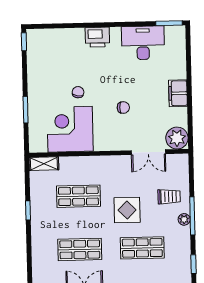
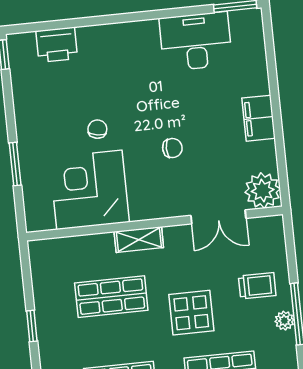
printer: (97, 37) -> (57, 45), moved
shelving: (44, 164) -> (139, 240), moved

